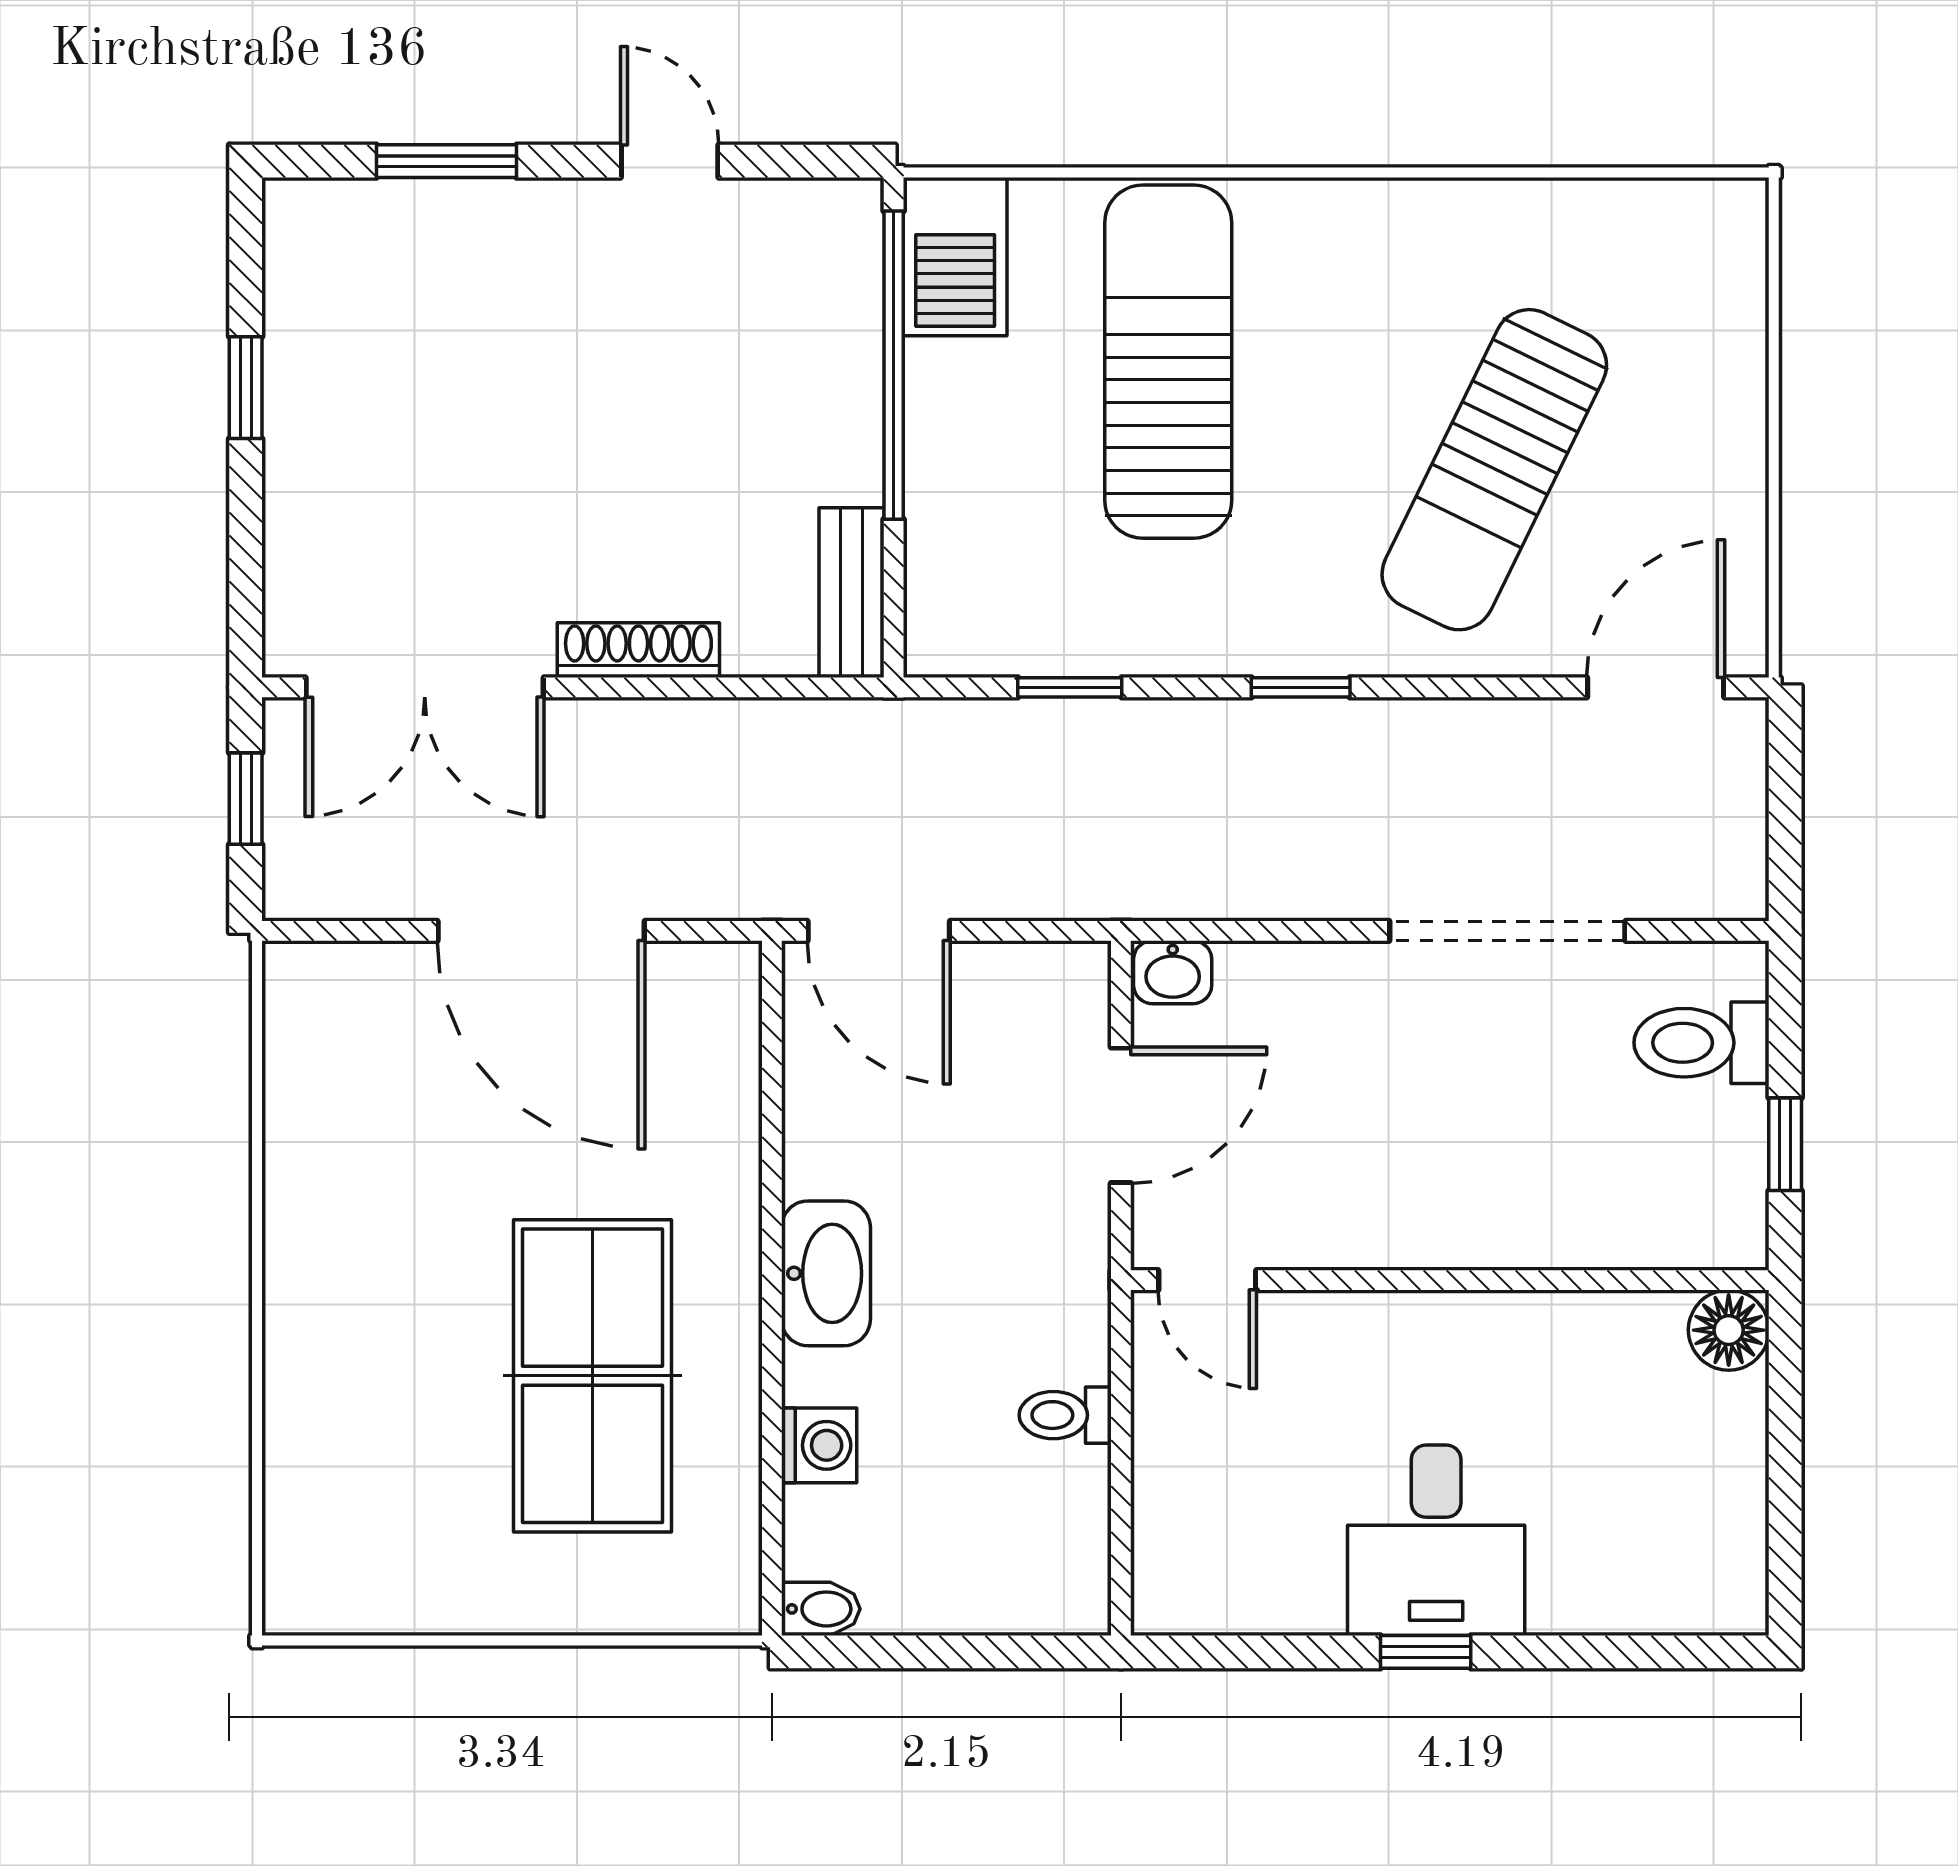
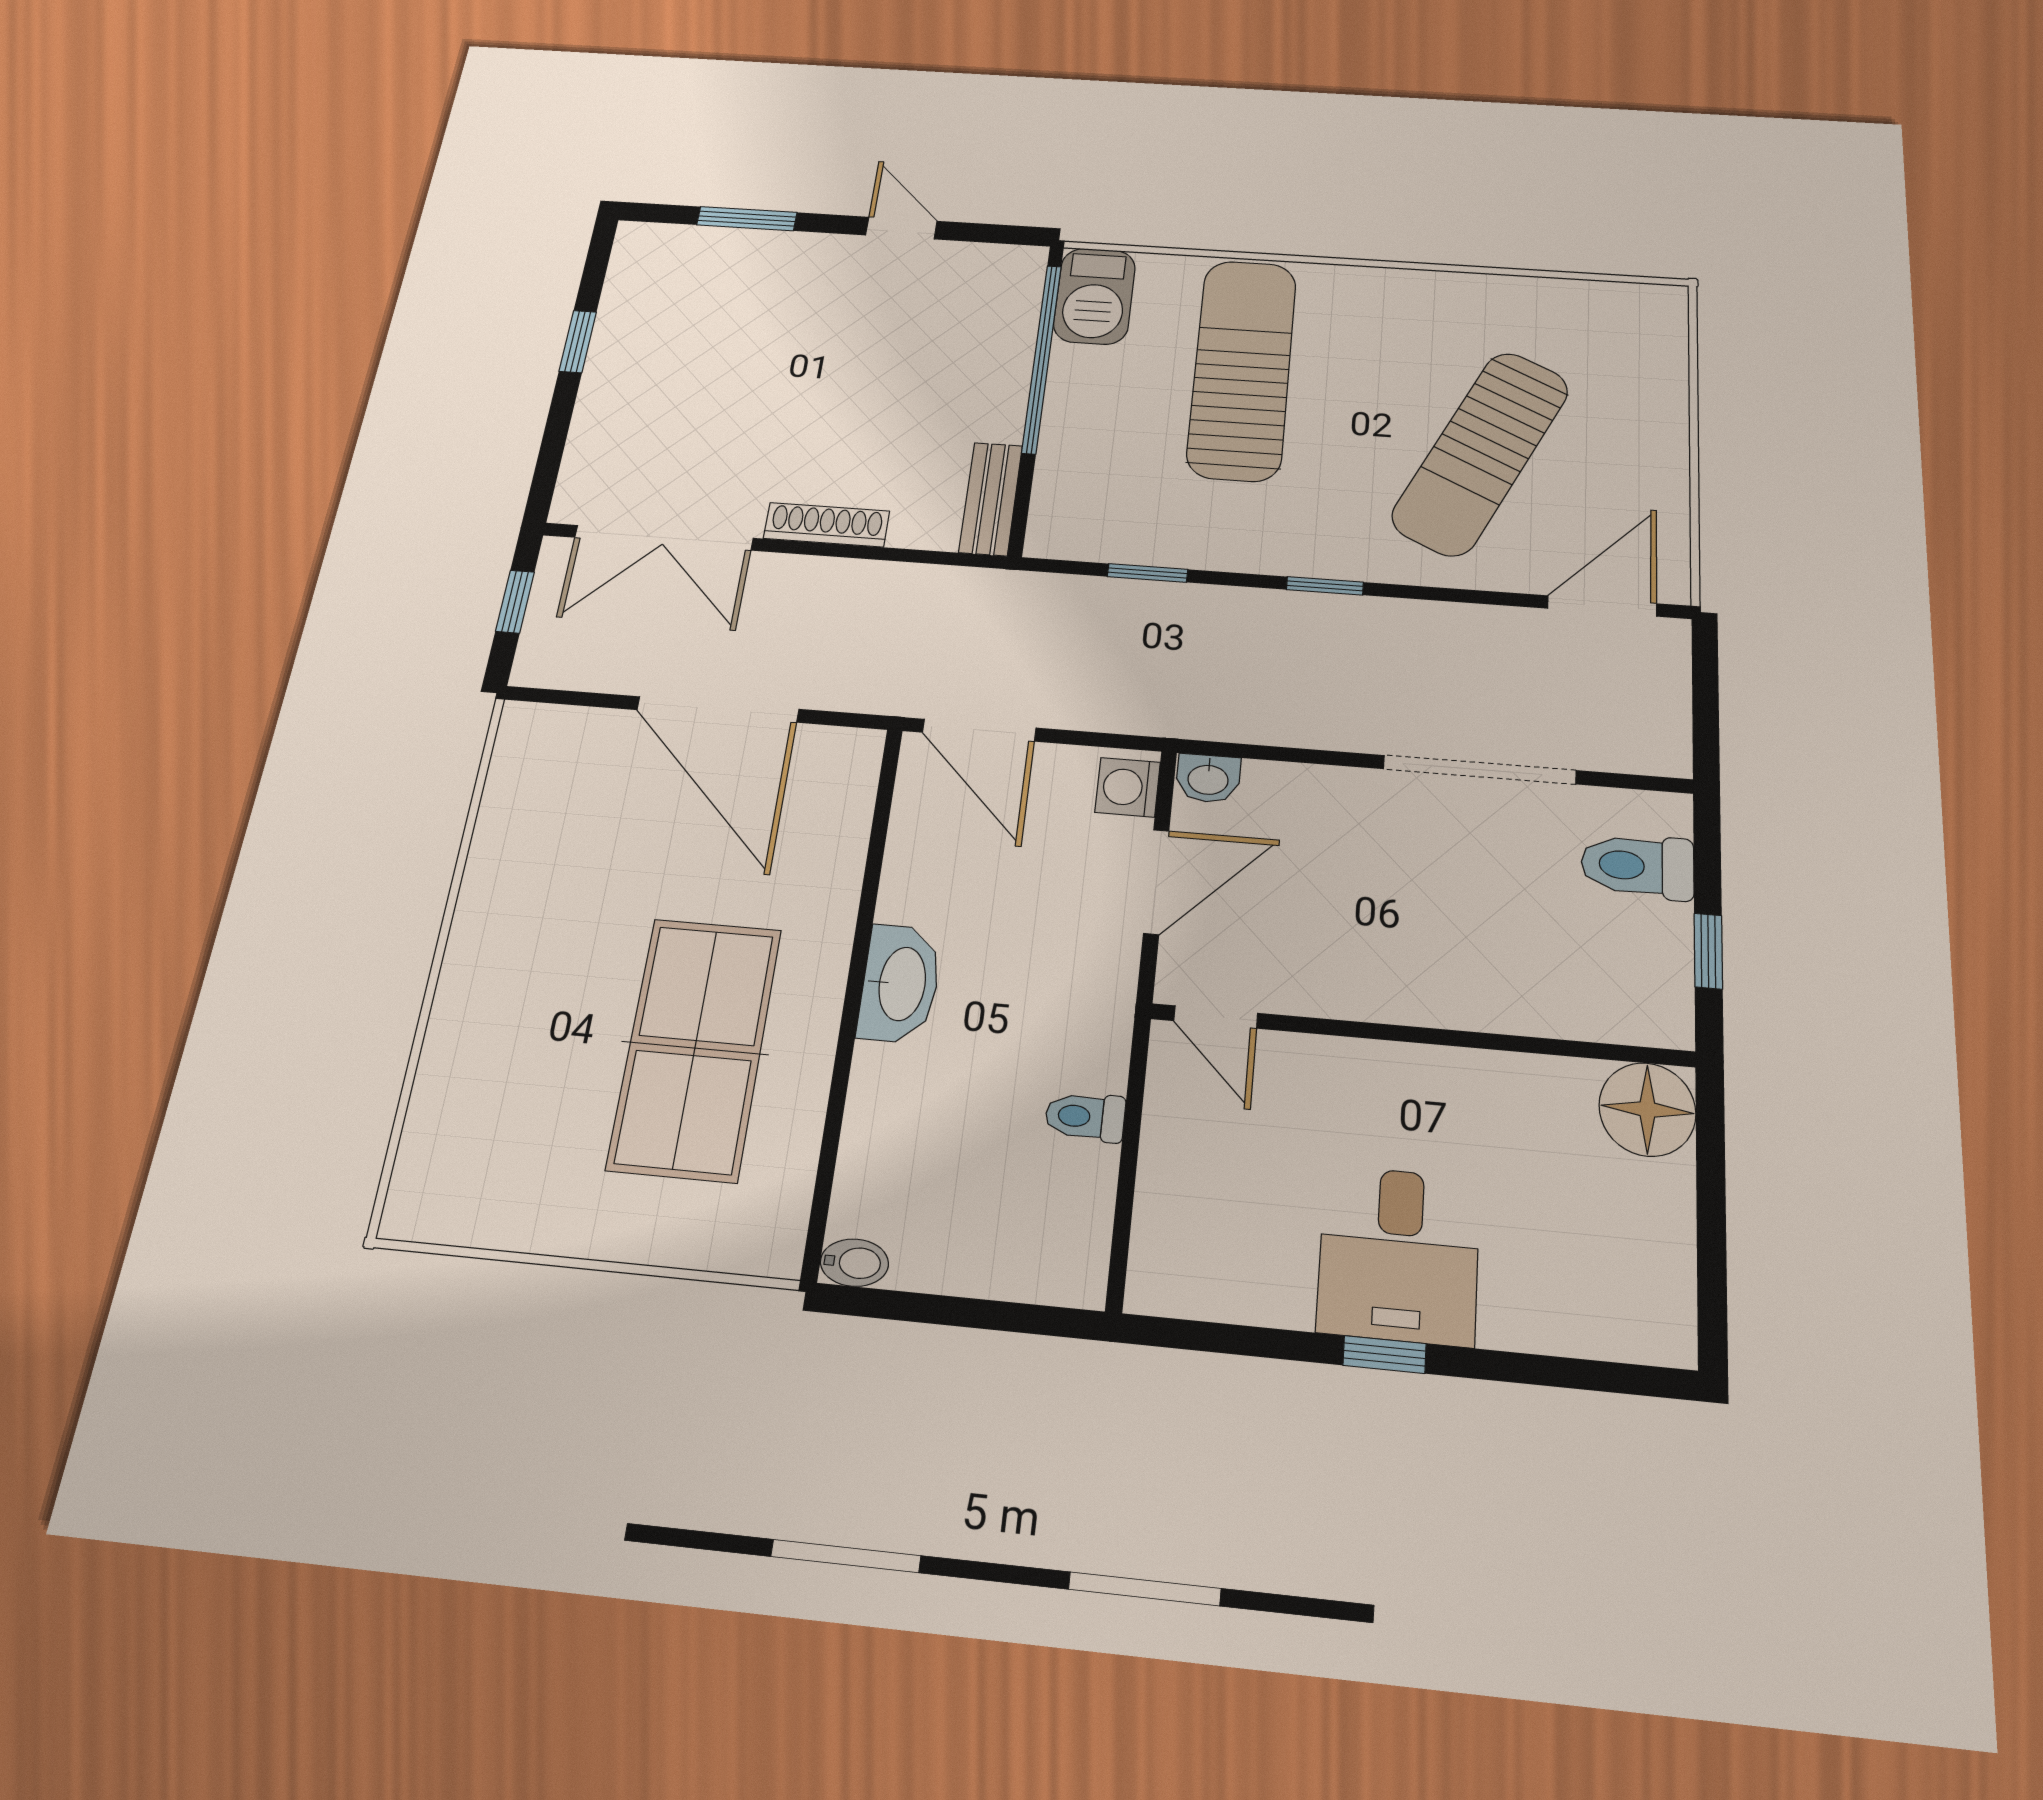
floor lamp: (1729, 1330) -> (1647, 1109), width x1.38, depth x1.38
washing machine: (819, 1445) -> (1128, 787), moved, turned 180

